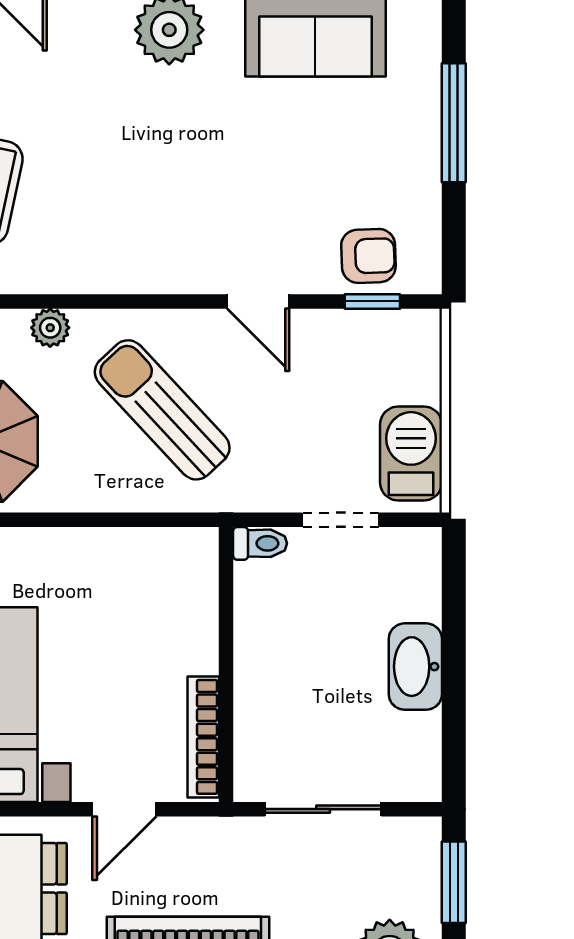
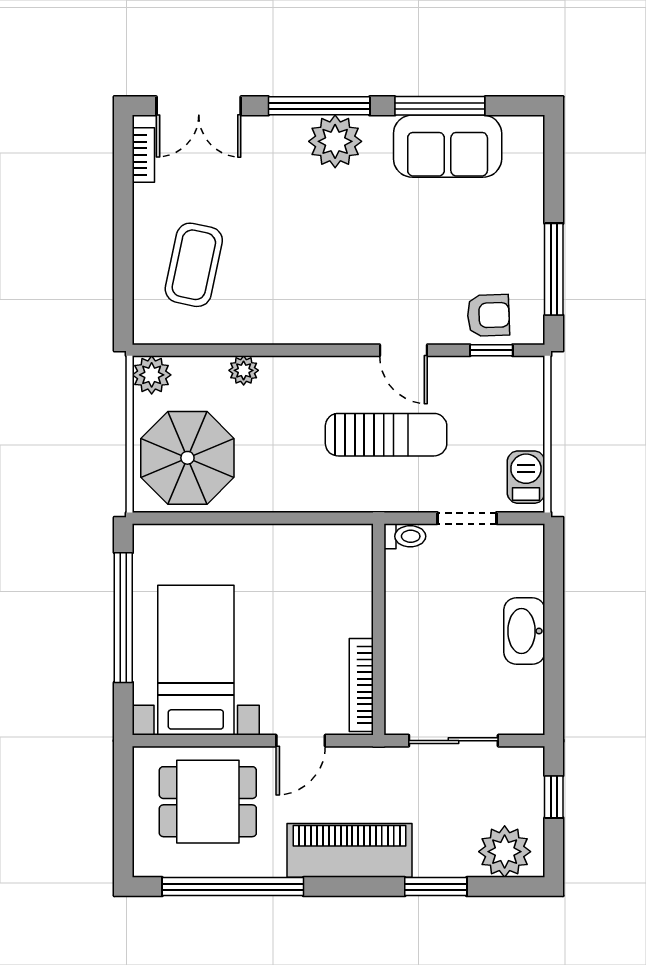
window: (454, 123) -> (554, 269), moved
sun lounger: (162, 410) -> (386, 435), moved, turned 133
barbecue: (411, 454) -> (526, 477), width x0.73, depth x0.79
window: (454, 882) -> (554, 797), width x0.67

